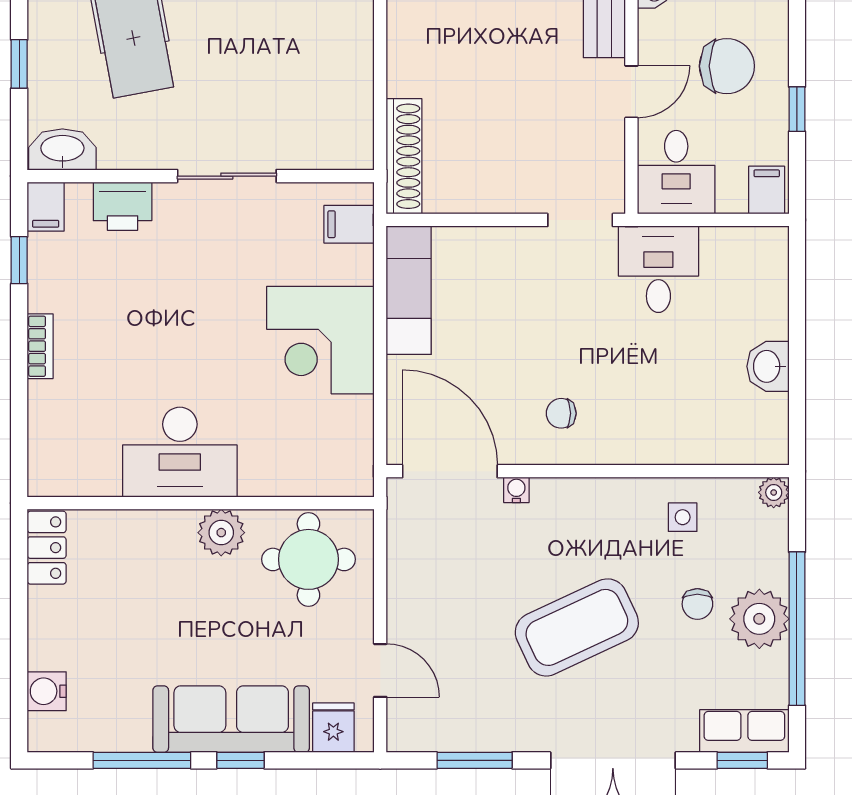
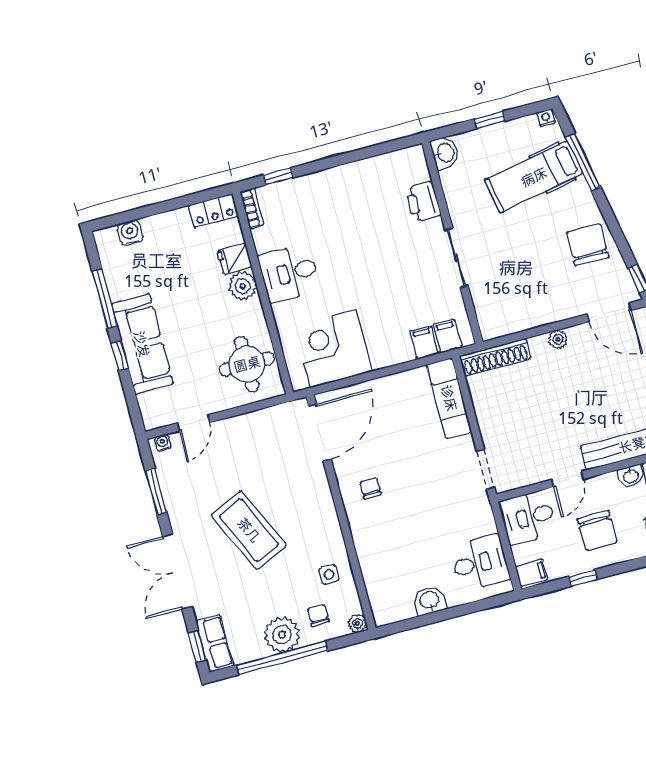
plant: (402, 48) -> (558, 339), added
door: (631, 92) -> (568, 479), hinge flipped
washbasin: (62, 149) -> (445, 153), width x0.72
filing cabinet: (46, 207) -> (424, 343), moved, turned 90
window: (19, 260) -> (278, 176), moved
desk: (658, 269) -> (480, 563), moved
exam couch: (409, 290) -> (449, 398), moved, turned 90
corner desk: (320, 340) -> (333, 349), moved
bookcase: (40, 346) -> (252, 208), moved, turned -90
desk: (180, 452) -> (289, 273), width x0.73
water cooler: (516, 490) -> (163, 443), moved, turned -90
plant: (221, 533) -> (243, 286), moved
chair: (697, 604) -> (318, 615), moved, turned 90
fridge: (333, 728) -> (235, 259), moved, turned 180

